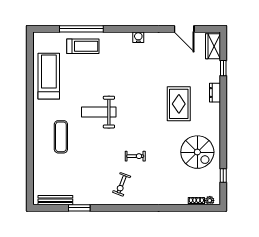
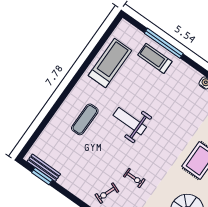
treadmill: (83, 46) -> (155, 58), turned 180
window: (79, 208) -> (42, 176), moved

